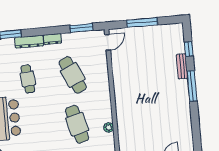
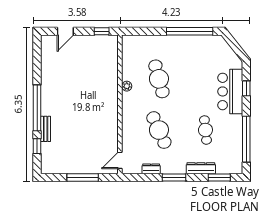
window: (81, 28) -> (174, 178), moved
dresser: (53, 39) -> (151, 169), moved
window: (192, 86) -> (37, 108), width x1.46
plant: (109, 128) -> (127, 86), moved

